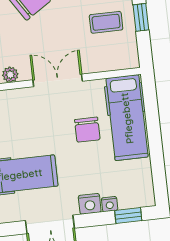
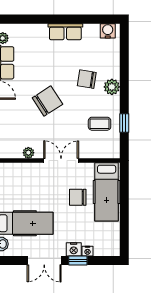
chair: (87, 130) -> (78, 197), turned 90
window: (128, 215) -> (78, 260), moved

